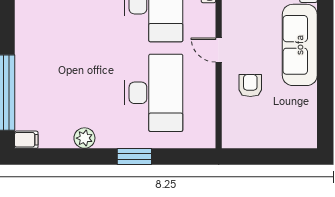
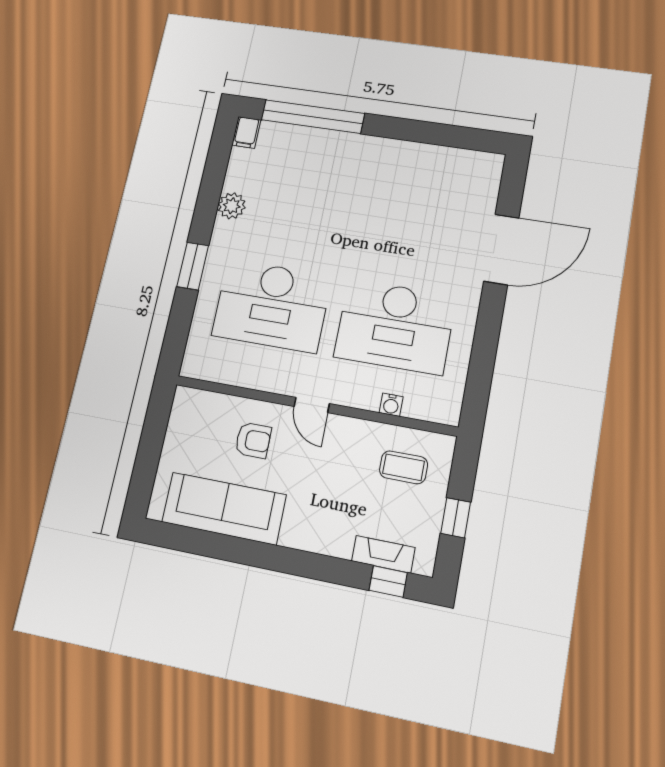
sofa: (300, 45) -> (224, 508), moved
door: (219, 50) -> (312, 405), swing flipped

